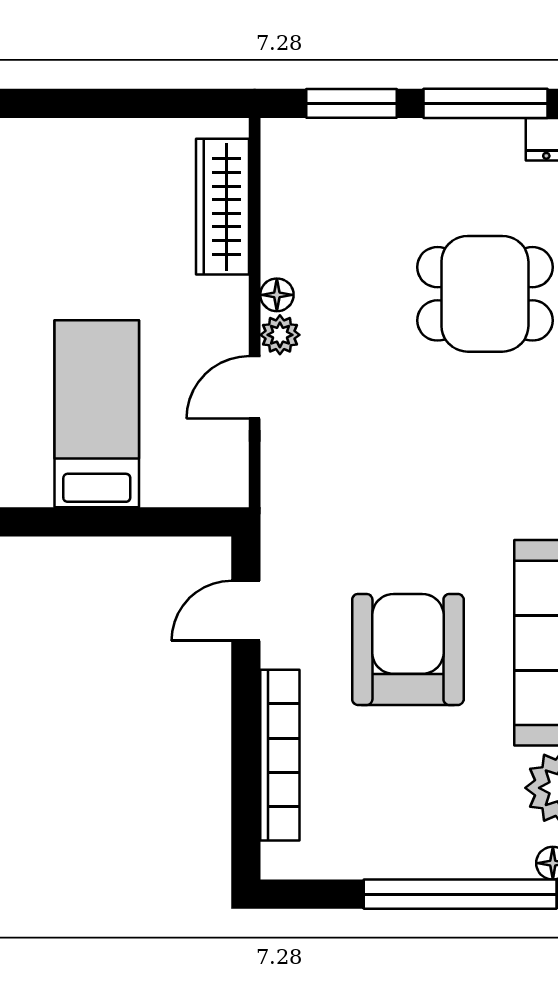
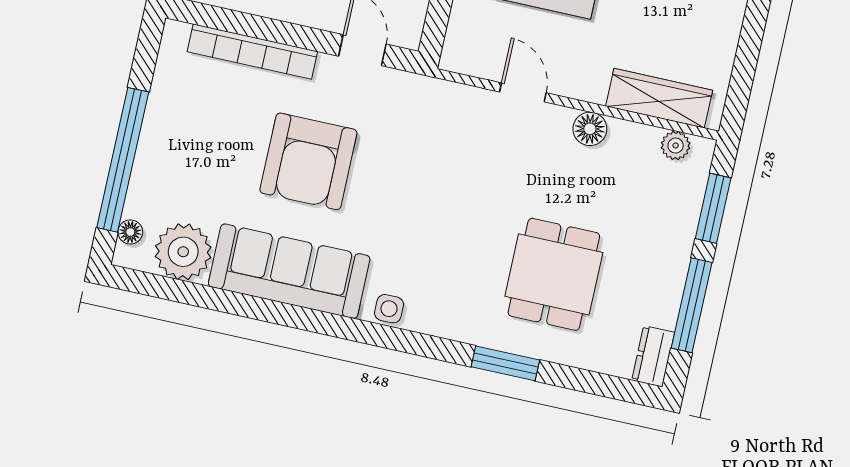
floor lamp: (277, 295) -> (590, 129), width x1.37, depth x1.37
plant: (280, 335) -> (676, 145), moved
armchair: (408, 649) -> (308, 161), turned 90

